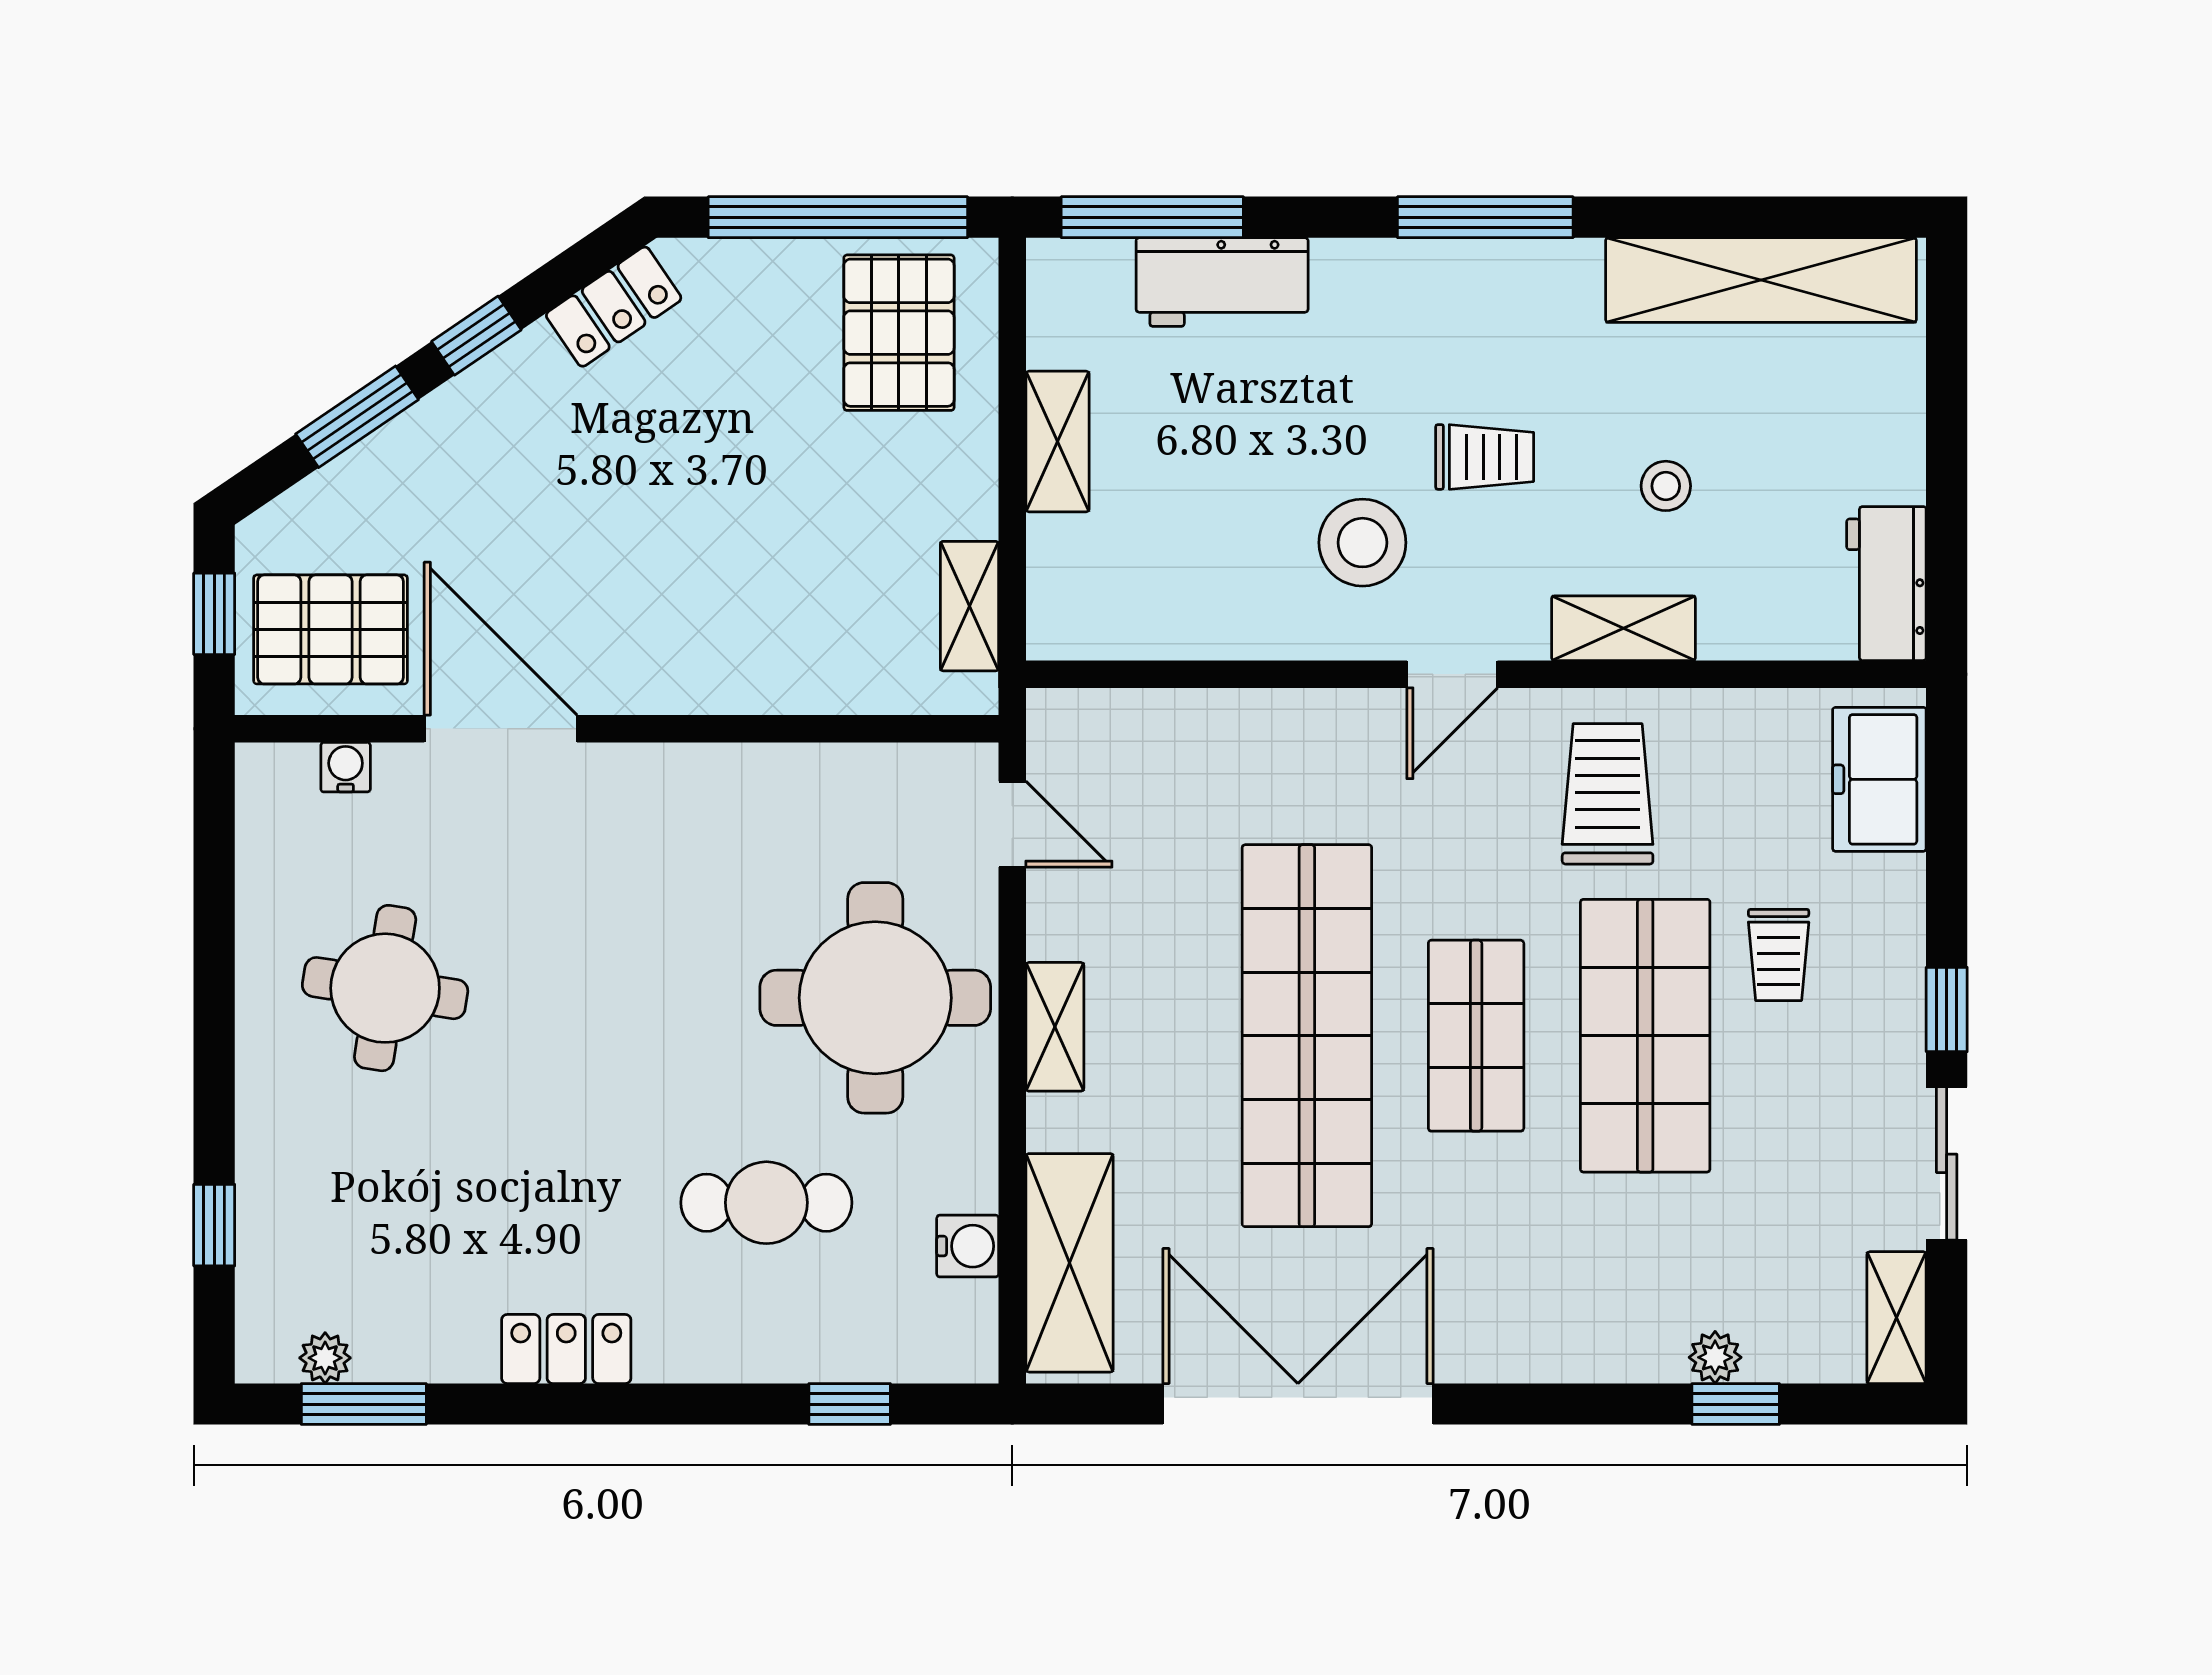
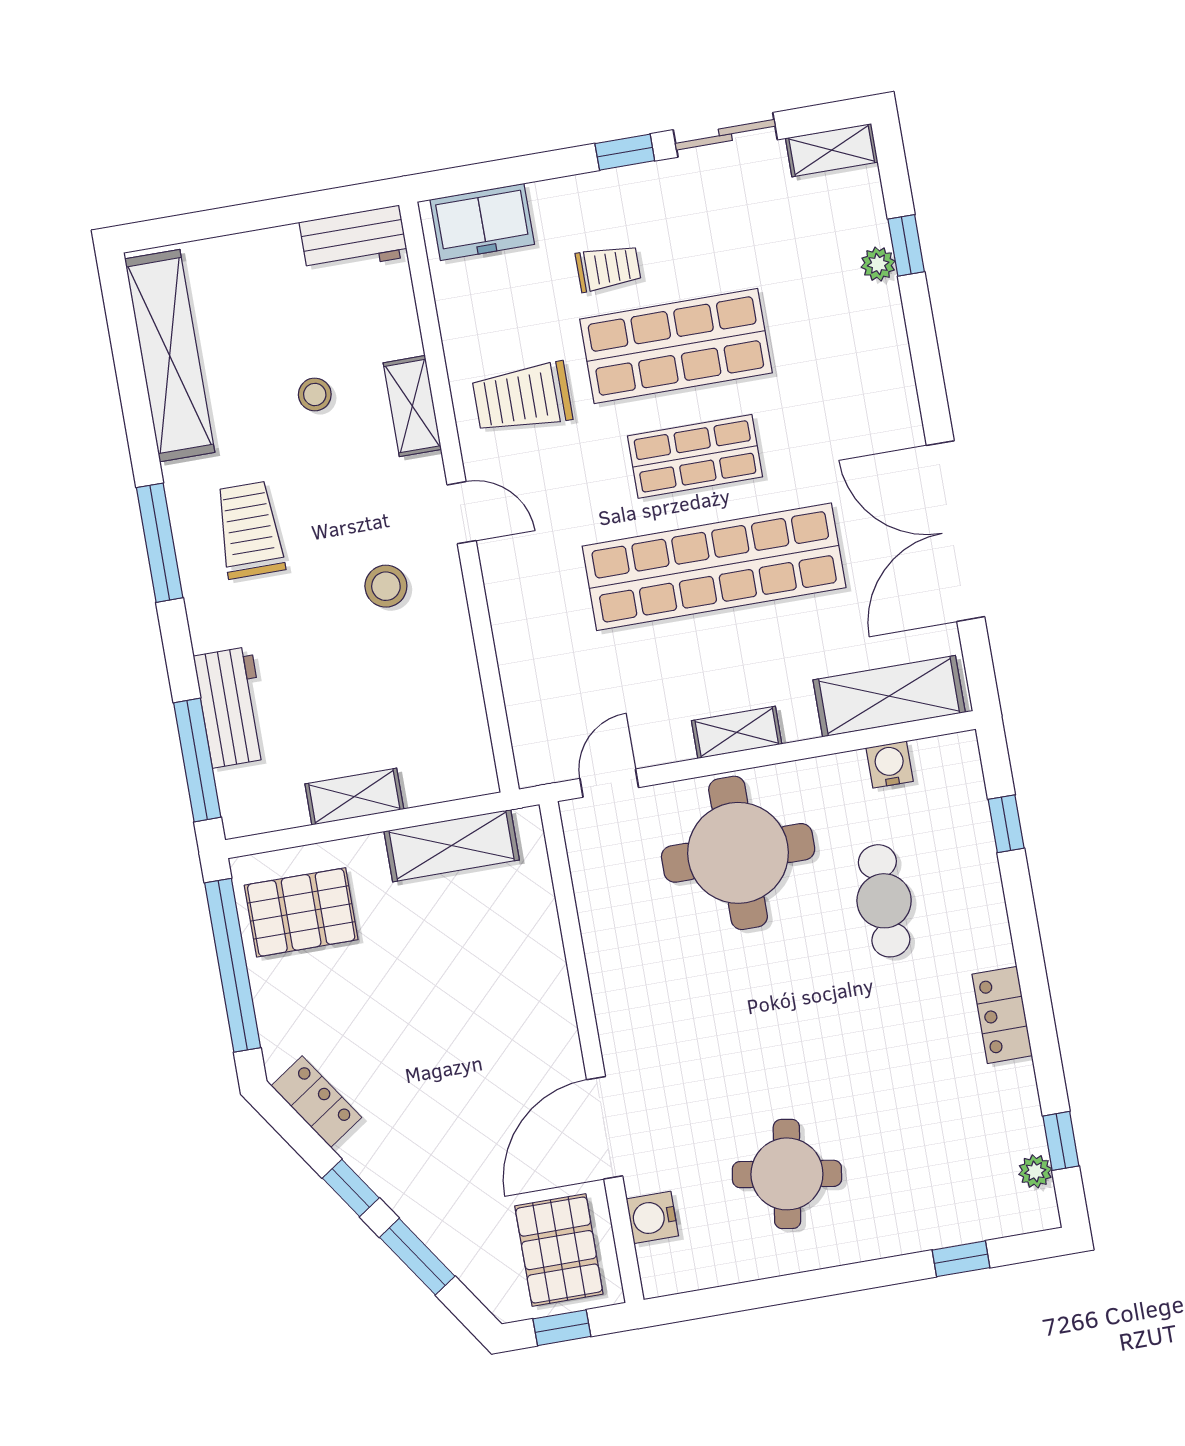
trolley: (1485, 457) -> (250, 530), moved, width x1.36, depth x1.39
stool: (1362, 543) -> (386, 586), width x0.73, depth x0.73
shelving: (969, 606) -> (452, 846), width x1.50, depth x1.33
water cooler: (346, 767) -> (652, 1217), width x1.38, depth x1.38
window: (364, 1404) -> (1061, 1141), width x0.67

